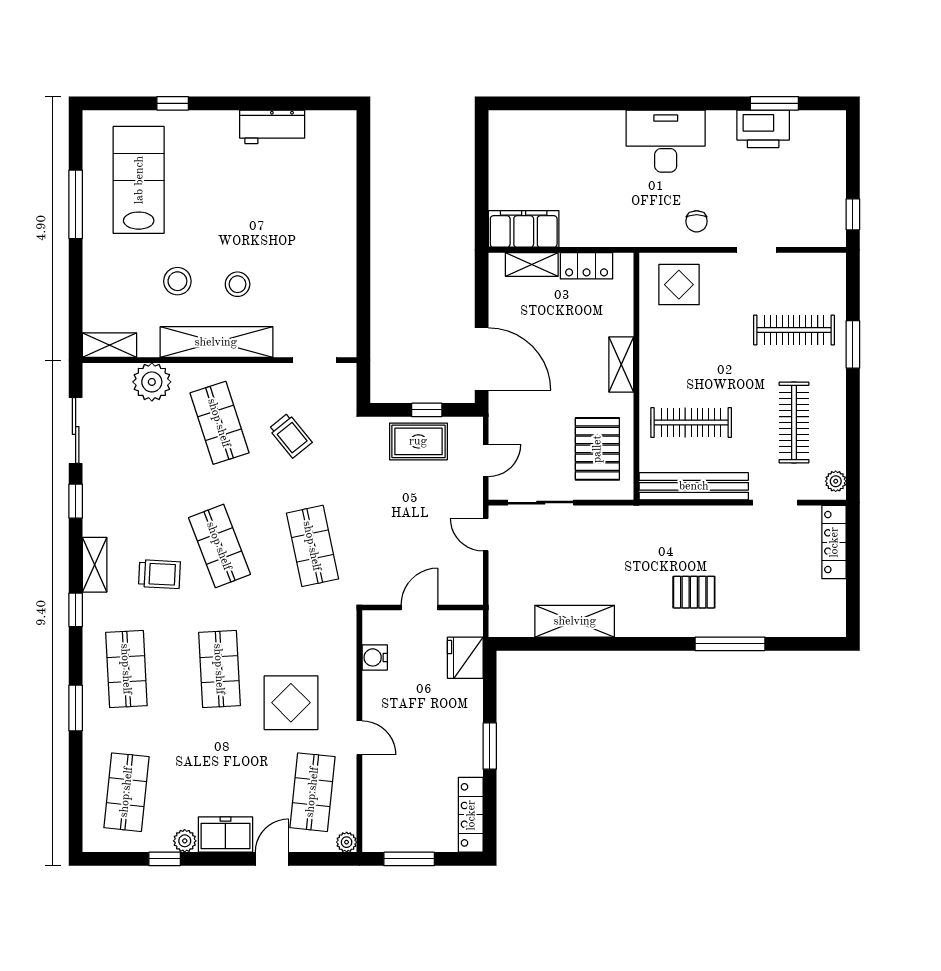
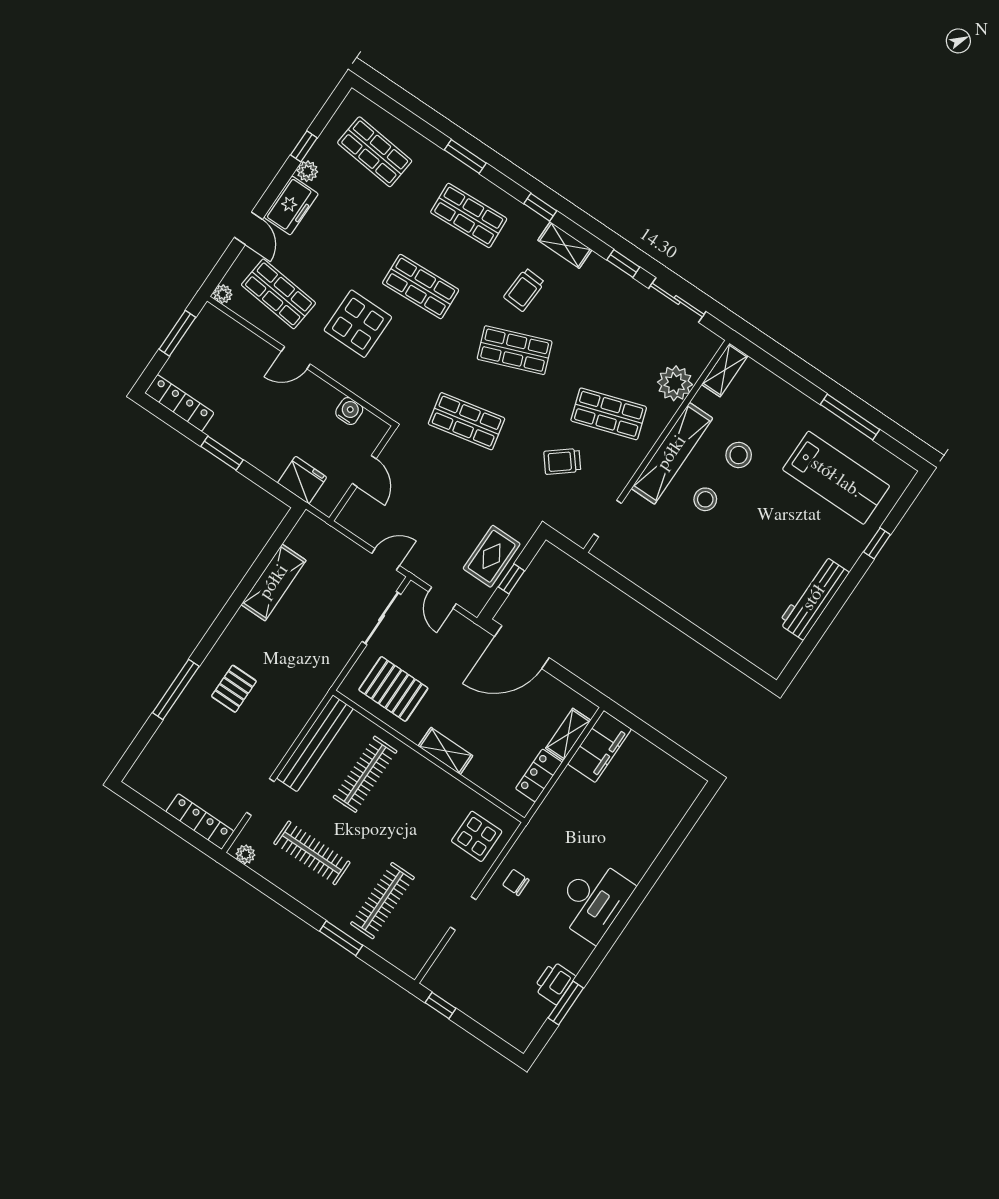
workbench: (272, 127) -> (814, 598), width x1.38
printer: (763, 129) -> (554, 983), width x0.73, depth x0.84

